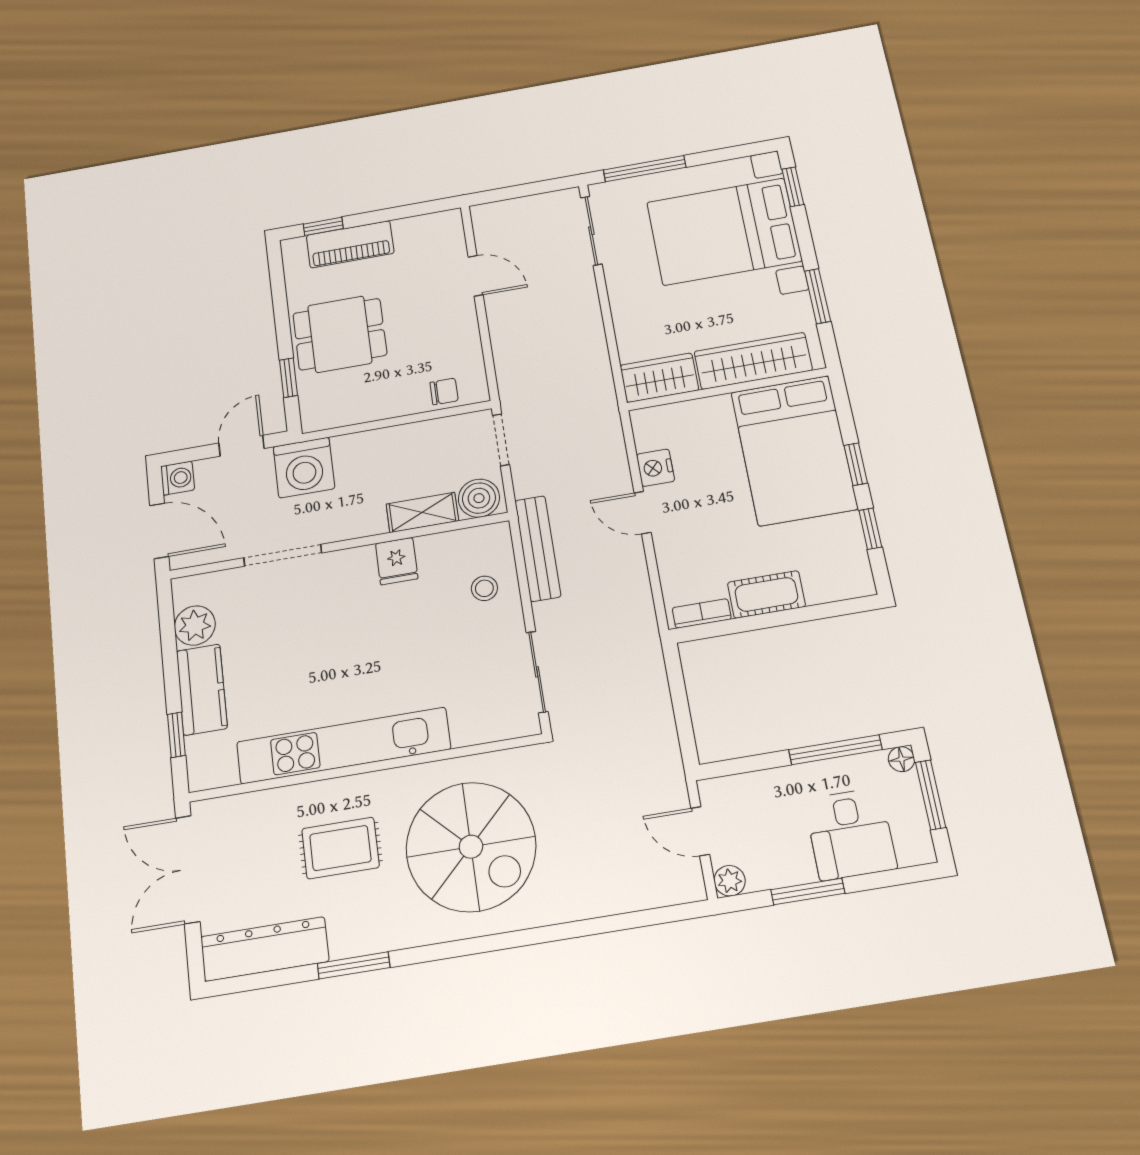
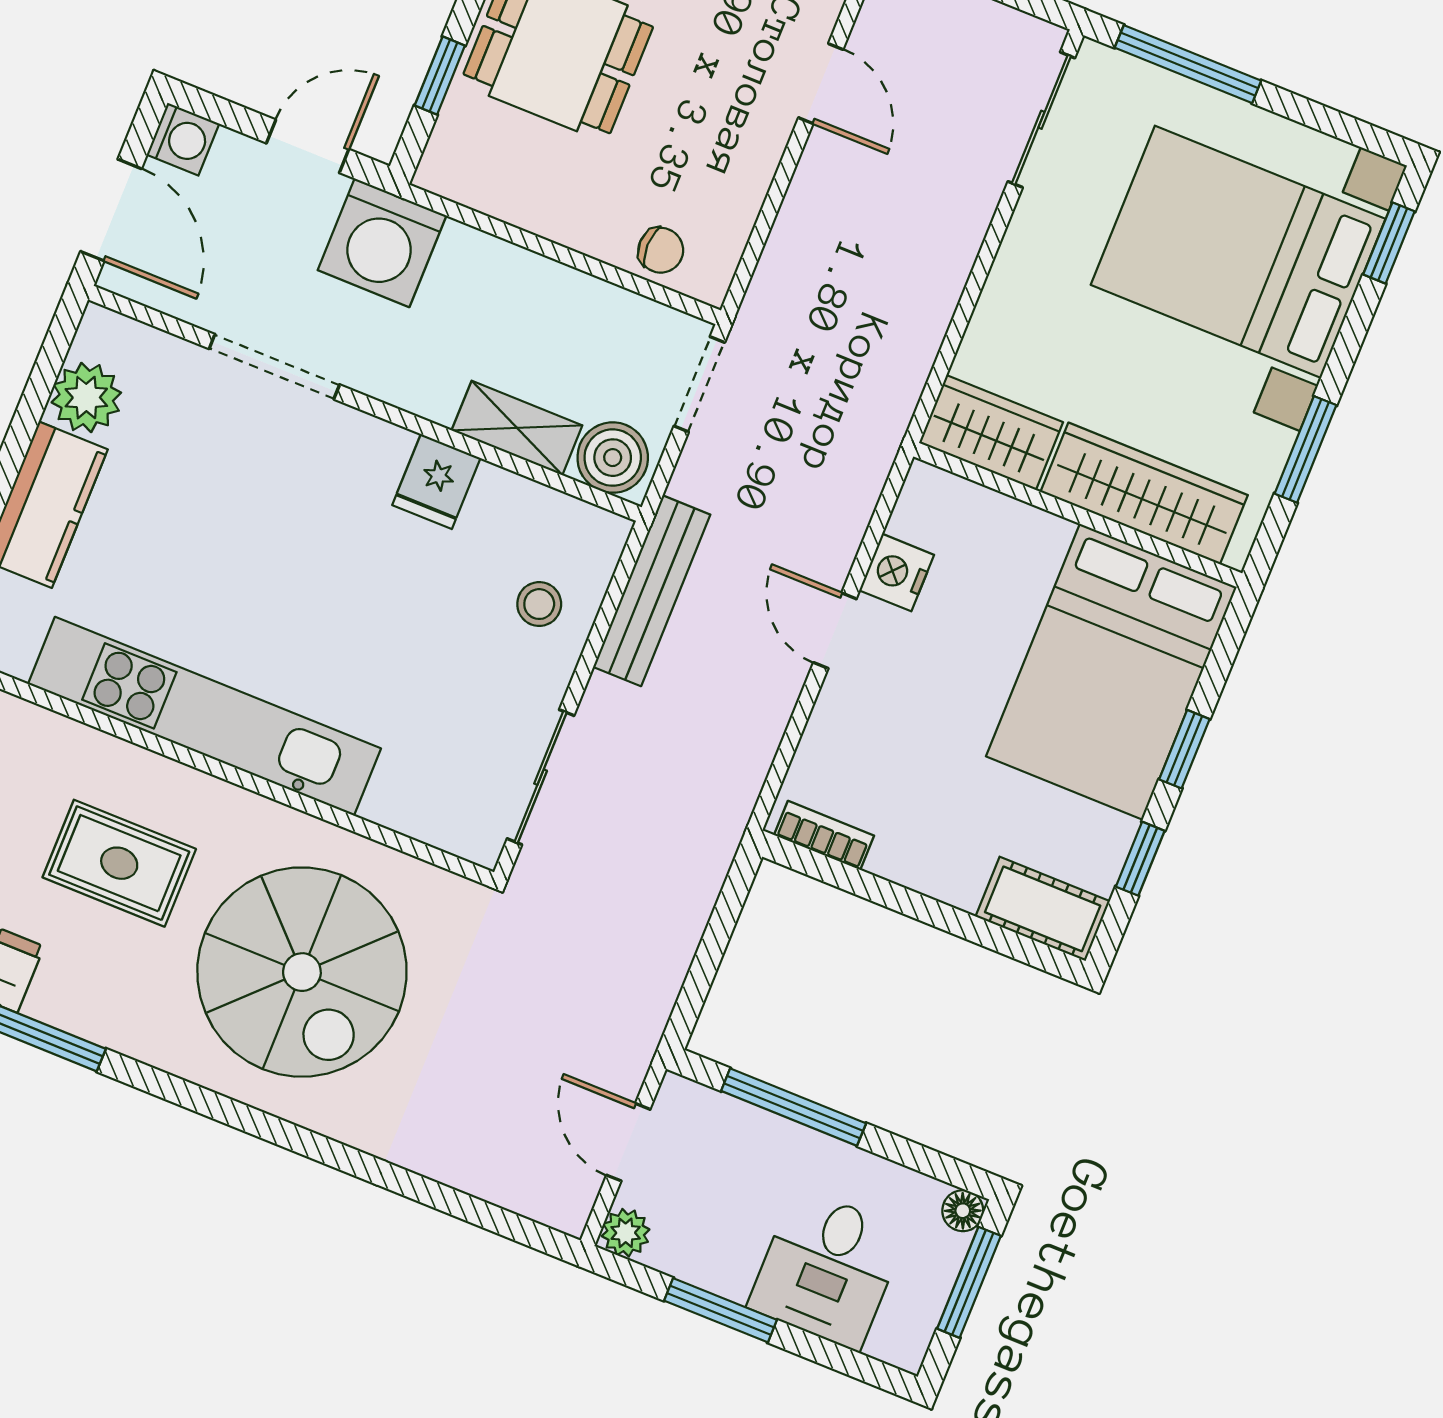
cot: (766, 594) -> (1043, 909), moved
window: (835, 750) -> (794, 1107), moved

